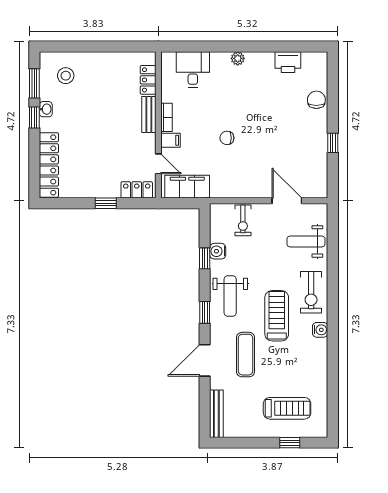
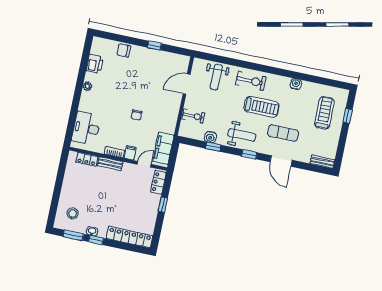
plant: (238, 58) -> (87, 86), moved
desk: (193, 69) -> (86, 128), width x1.37
treadmill: (277, 316) -> (261, 107), turned 180
water cooler: (320, 330) -> (296, 84), moved
bench: (216, 414) -> (322, 162), width x0.73

